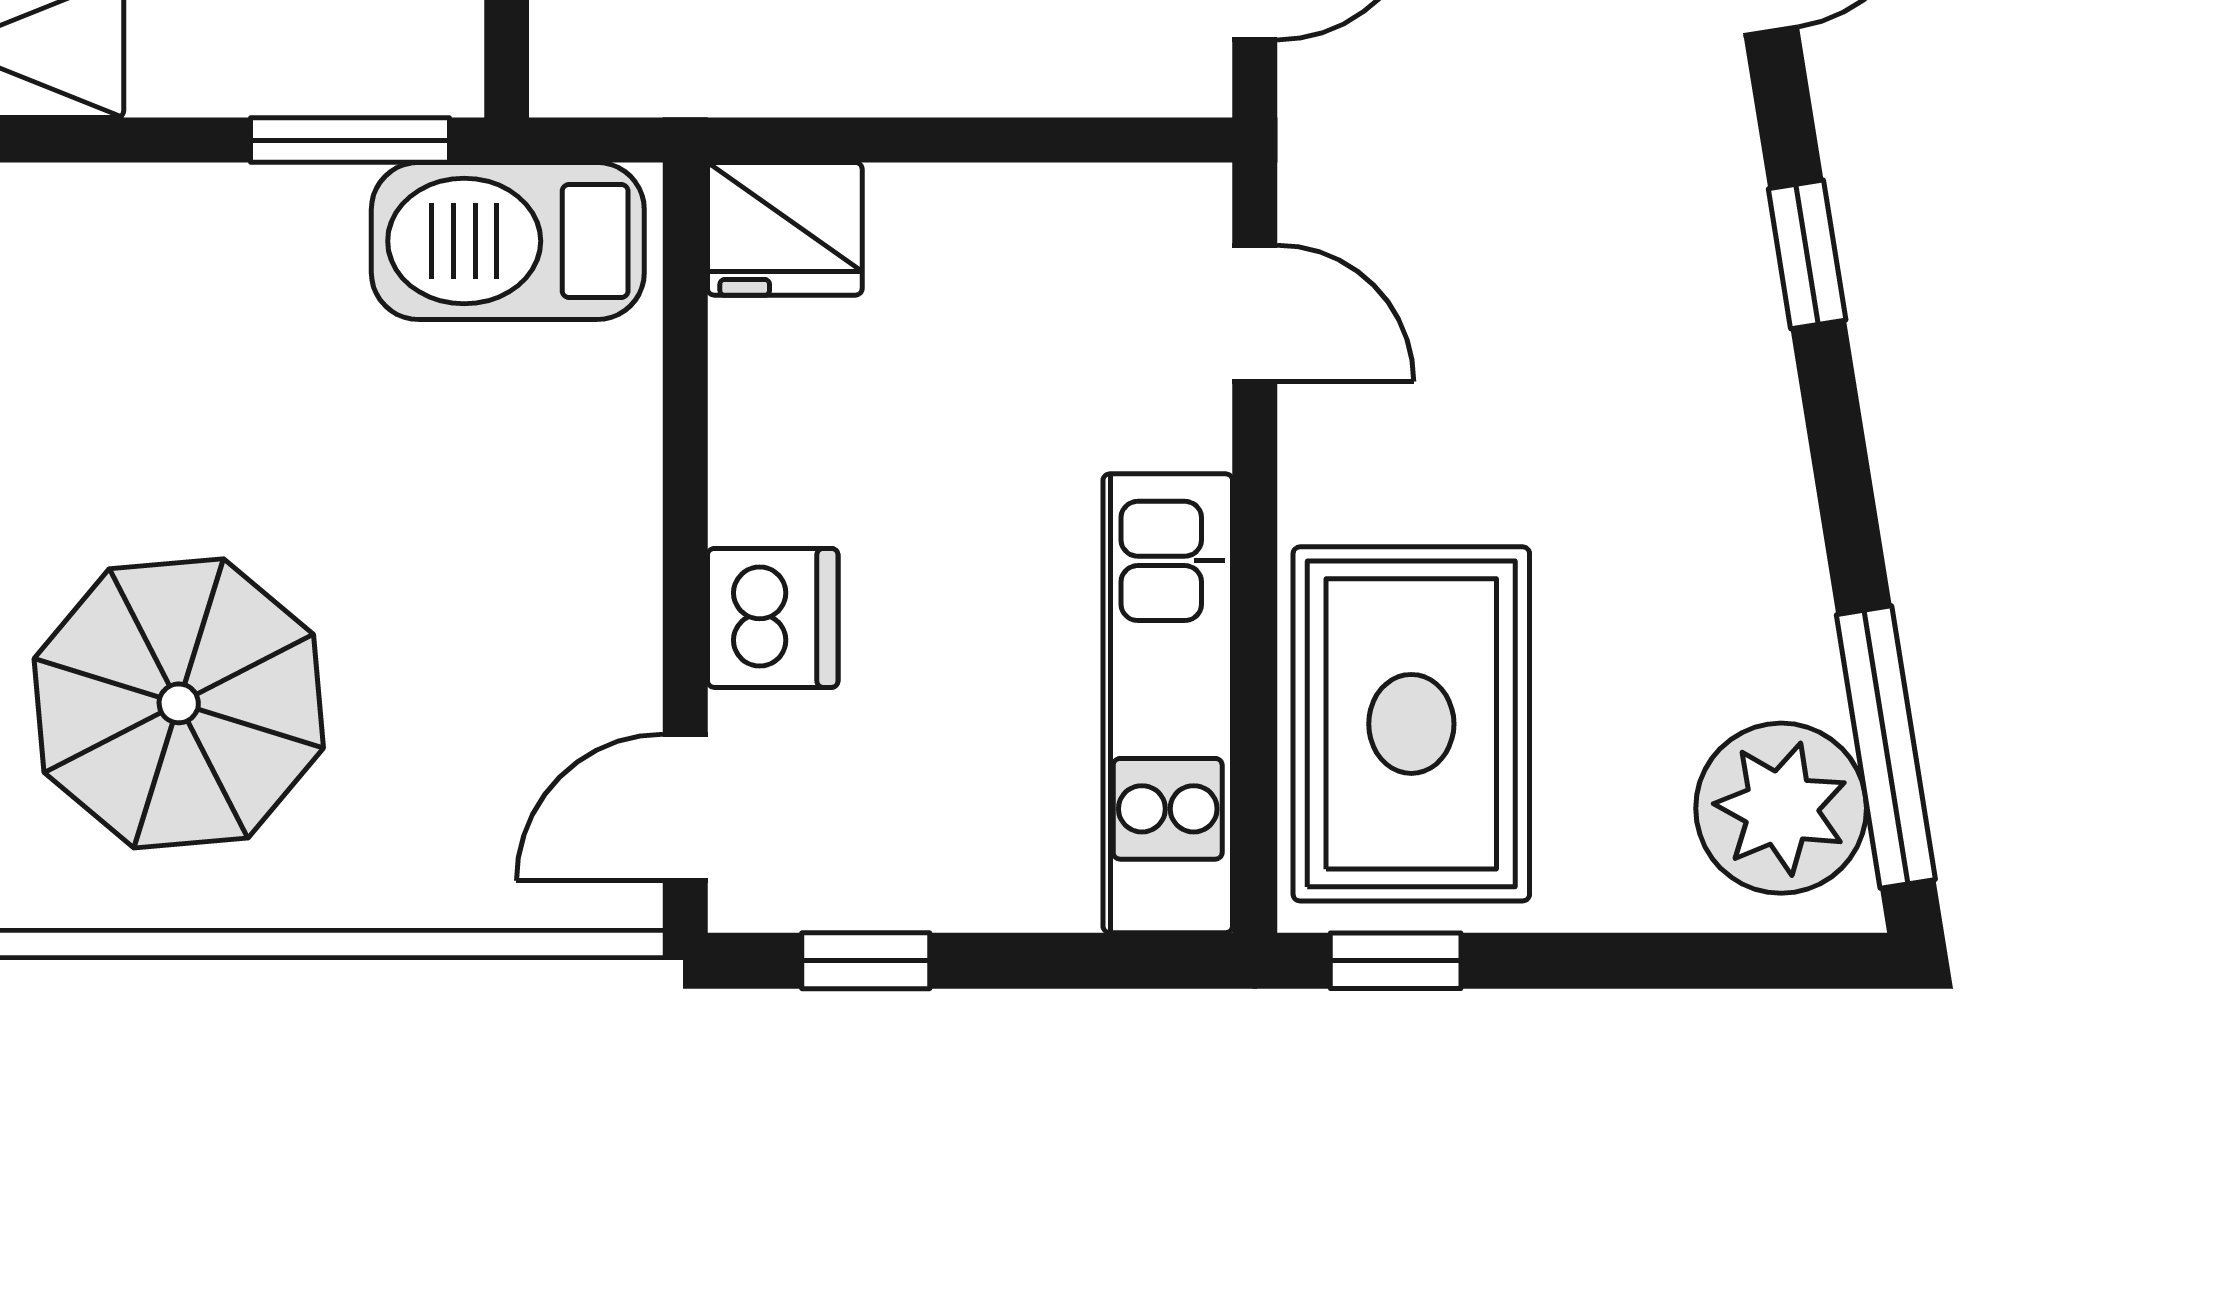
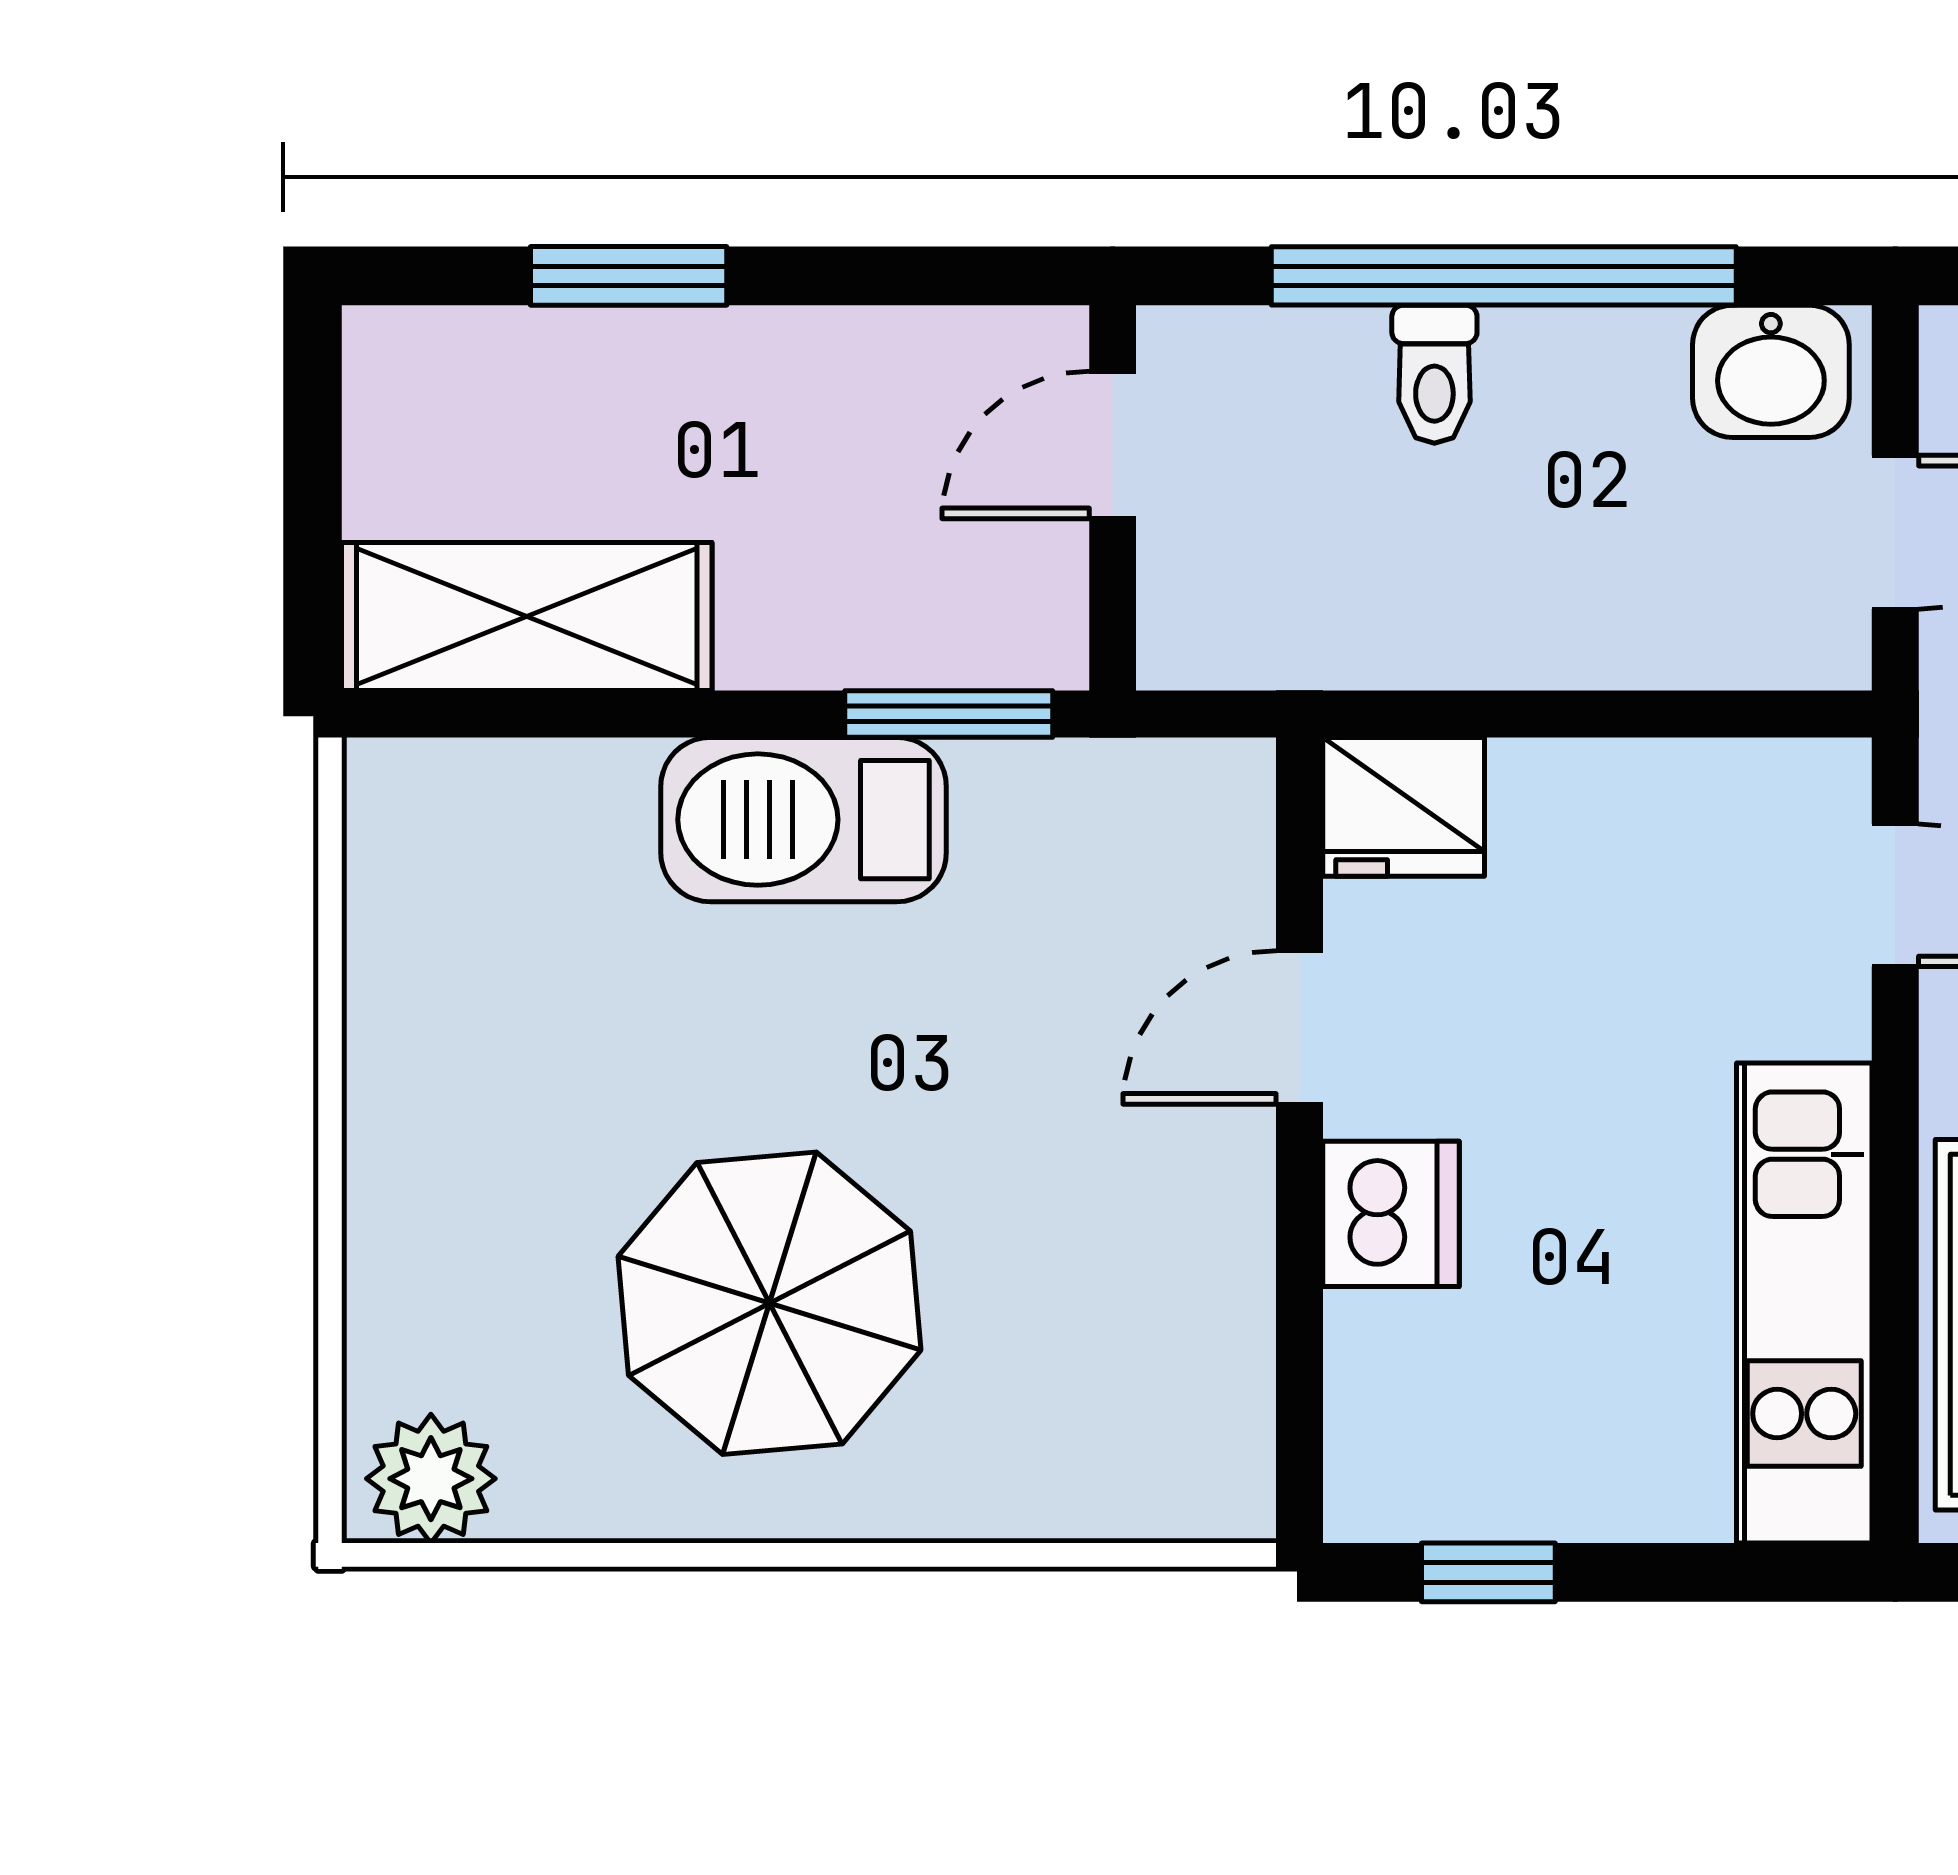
barbecue: (508, 241) -> (804, 820), moved
door: (685, 808) -> (1300, 1028), moved

